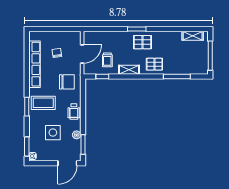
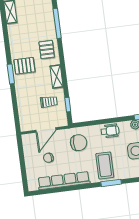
pallet: (142, 42) -> (24, 66), turned 90
door: (82, 54) -> (46, 130), swing flipped
chair: (67, 82) -> (79, 143), turned 90

